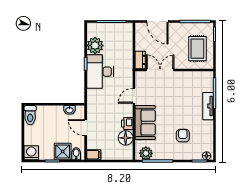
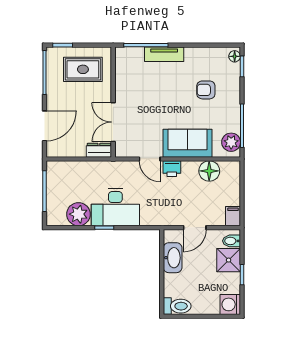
washbasin: (69, 110) -> (173, 258), width x1.91, depth x1.45
printer: (127, 123) -> (172, 169), moved

